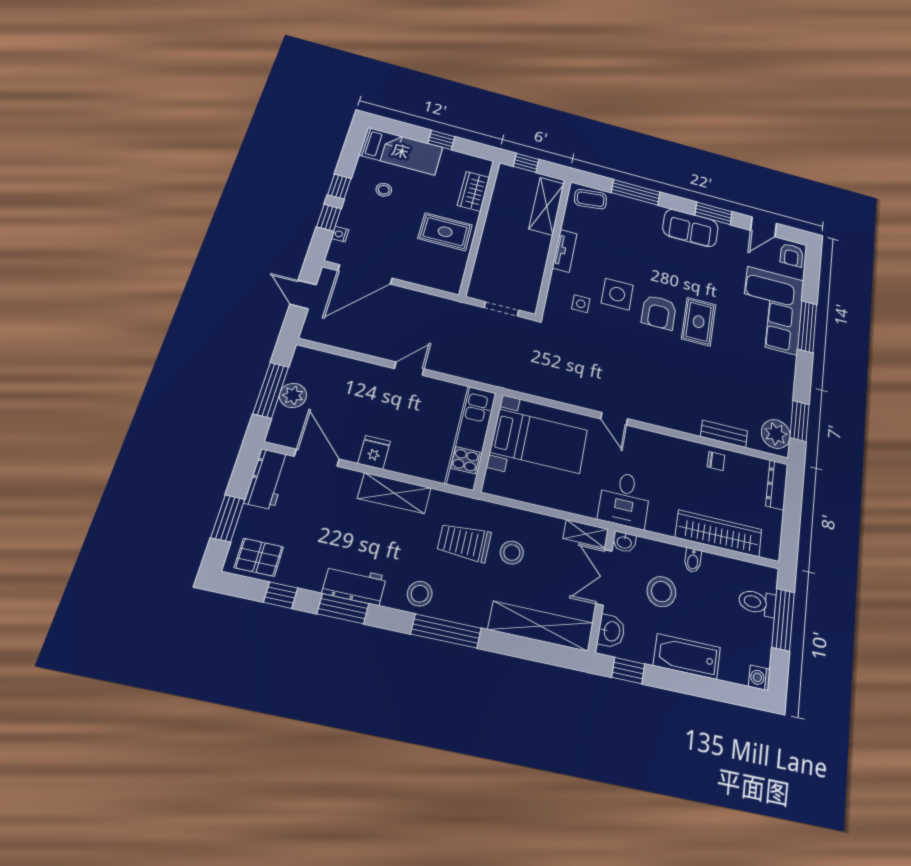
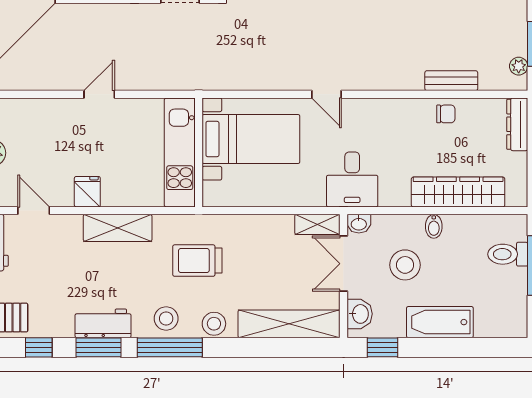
plant: (776, 434) -> (519, 66), width x0.53, depth x0.53
door: (317, 458) -> (34, 211), width x0.73
stool: (512, 553) -> (214, 324), moved
window: (446, 631) -> (170, 347), moved
washing machine: (759, 678) -> (517, 327), removed

